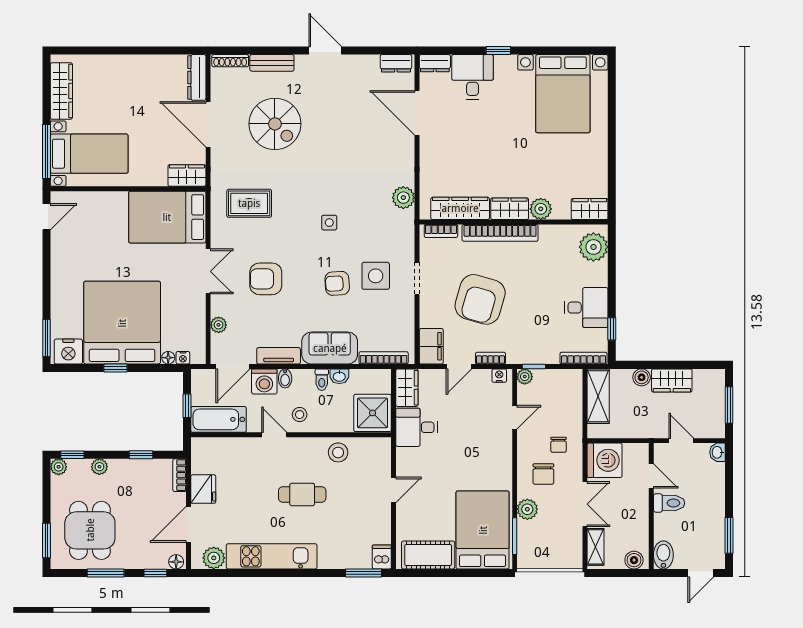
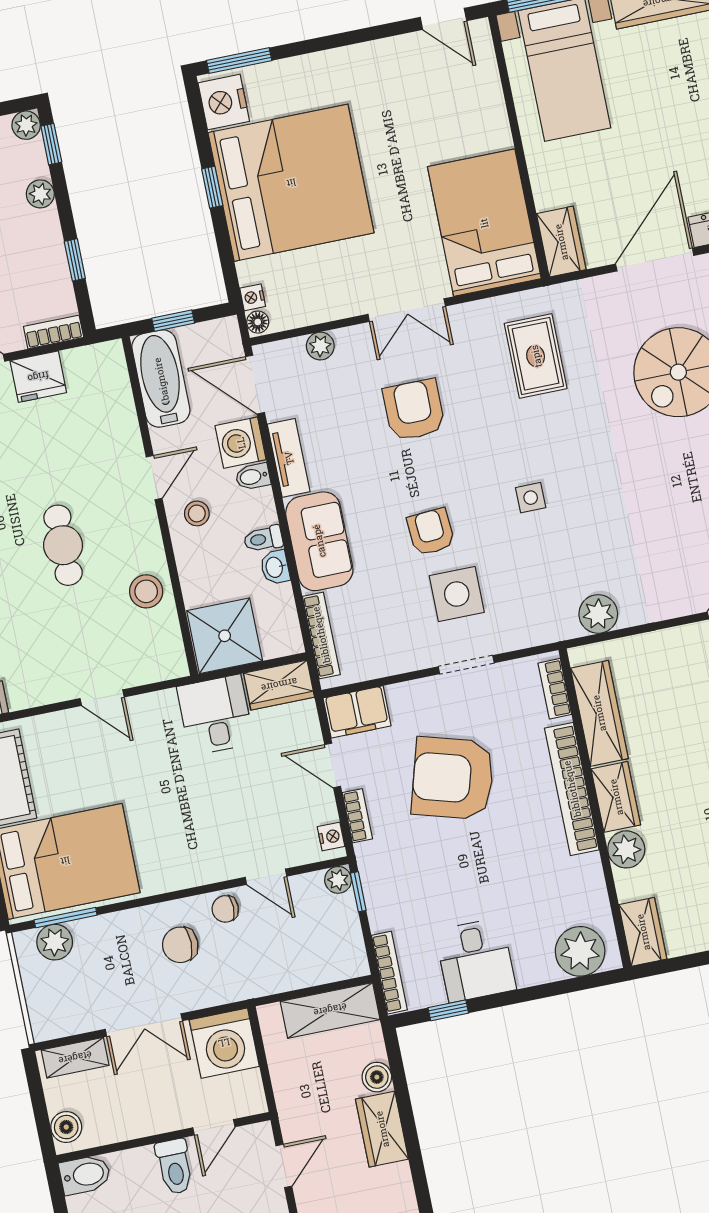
floor lamp: (168, 358) -> (258, 322), moved
chair: (559, 445) -> (225, 909), moved
plant: (527, 509) -> (55, 942), moved

